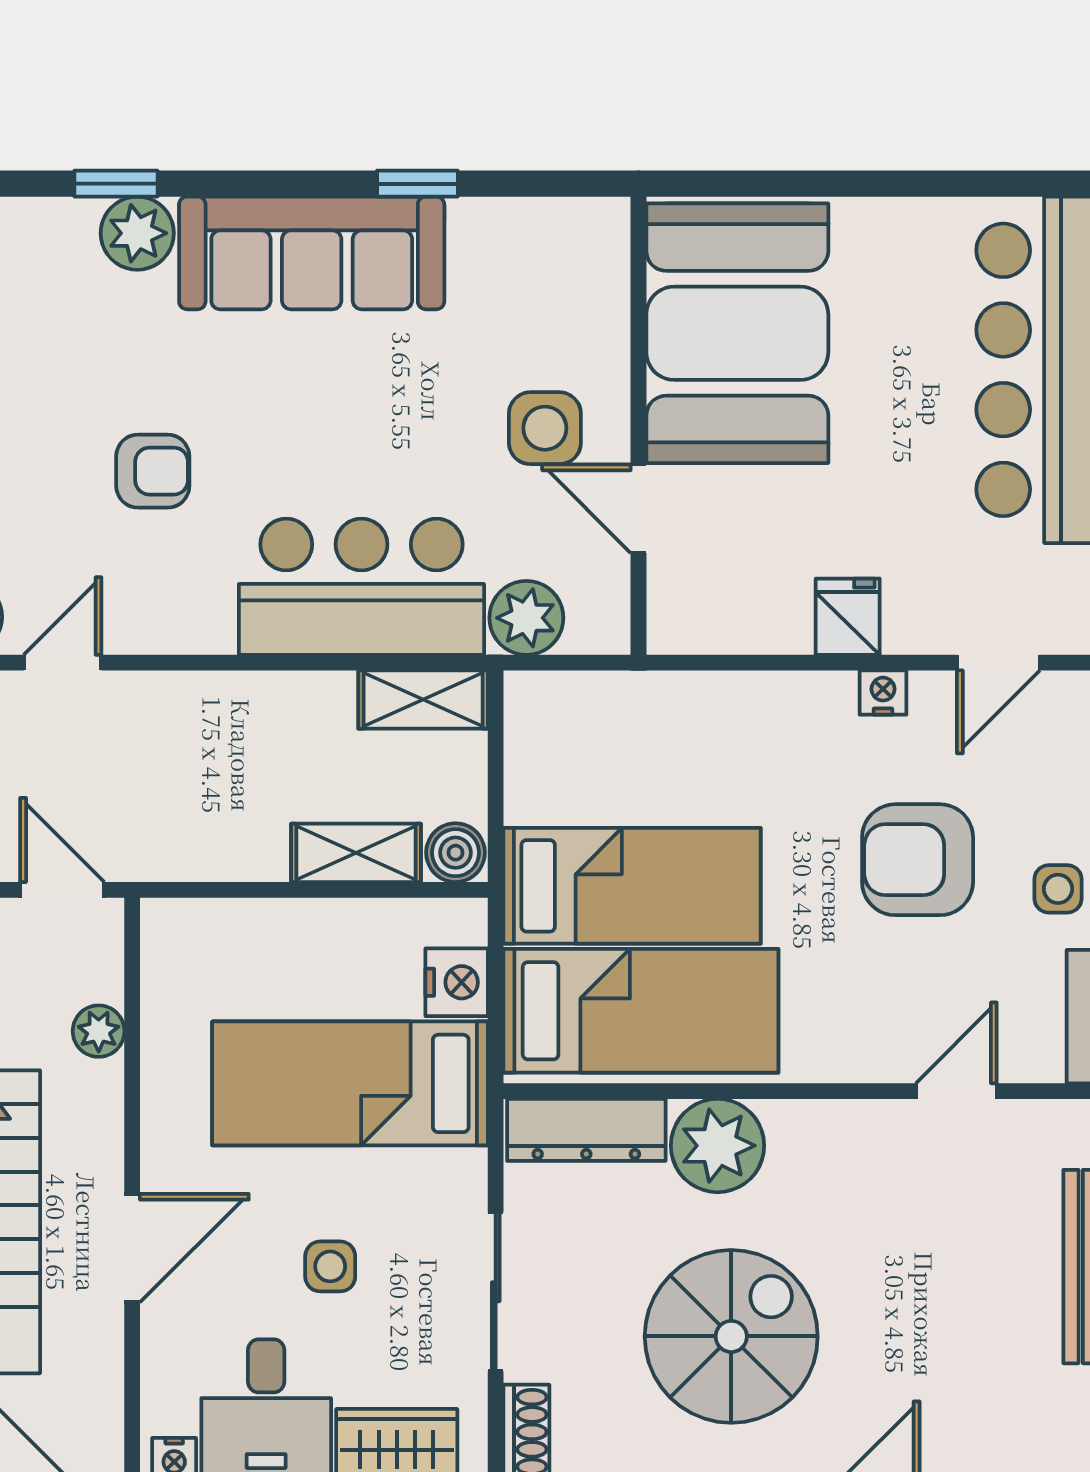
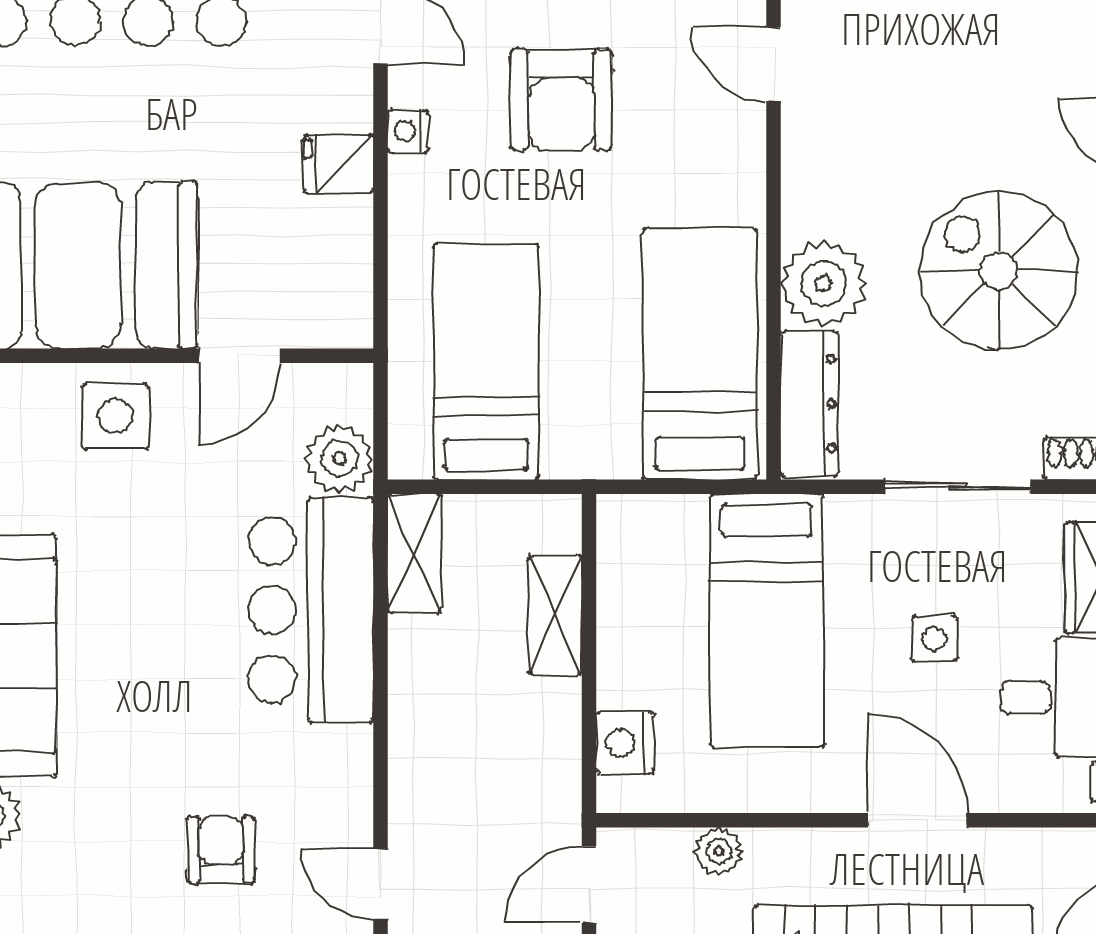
side table: (545, 428) -> (115, 416), moved
armchair: (153, 471) -> (221, 850), moved
boiler: (455, 853) -> (555, 524), removed
bed: (632, 886) -> (486, 362), moved
nightstand: (457, 982) -> (625, 743), moved, turned -90

